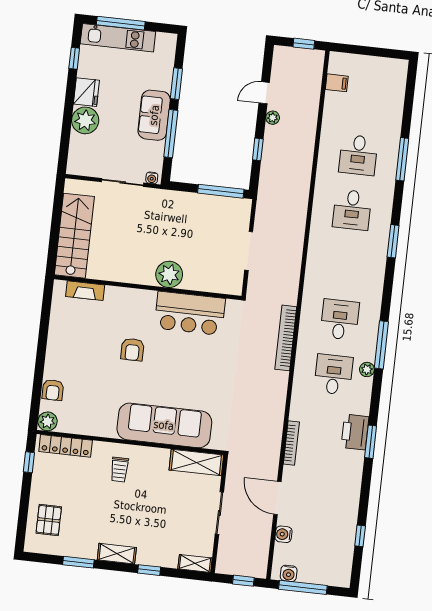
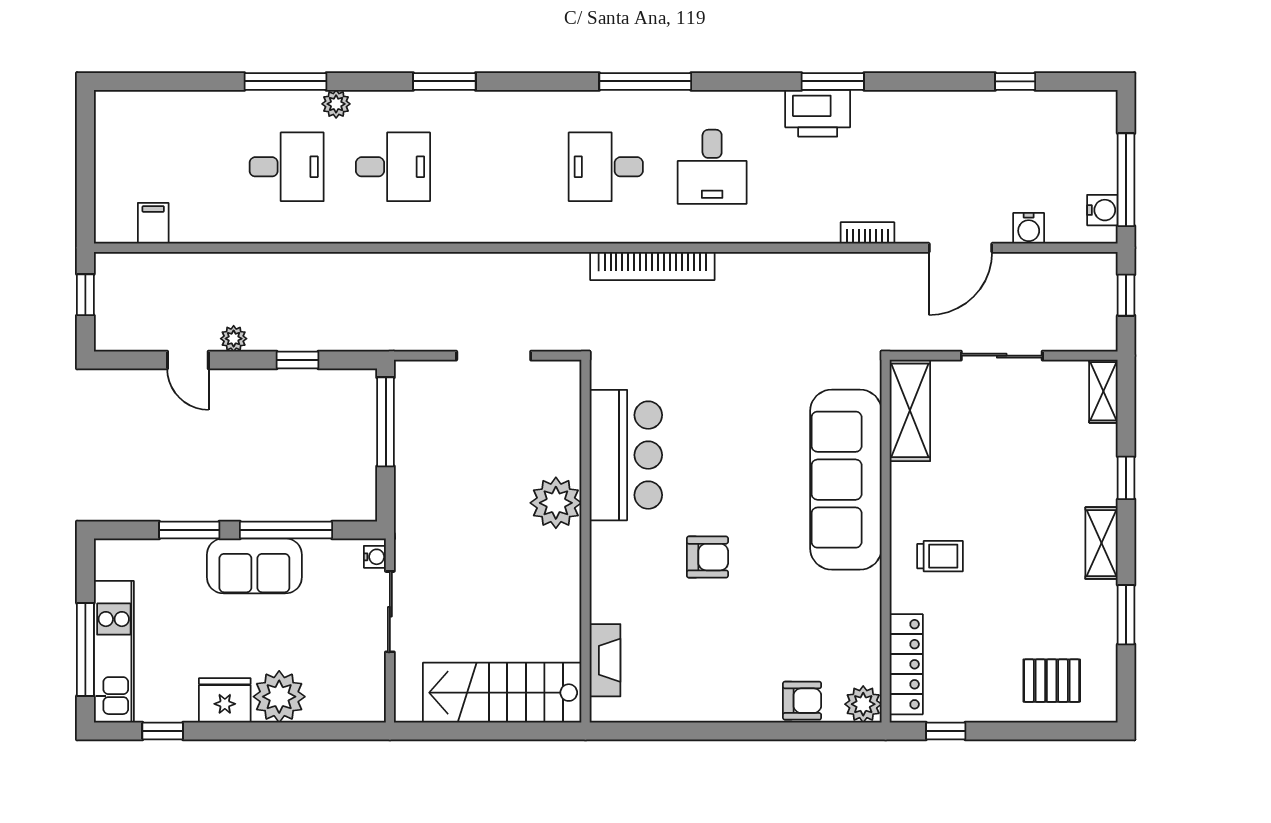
plant: (367, 369) -> (336, 104), moved
desk: (334, 374) -> (712, 167), turned -90
bookcase: (291, 443) -> (867, 233), width x0.64

